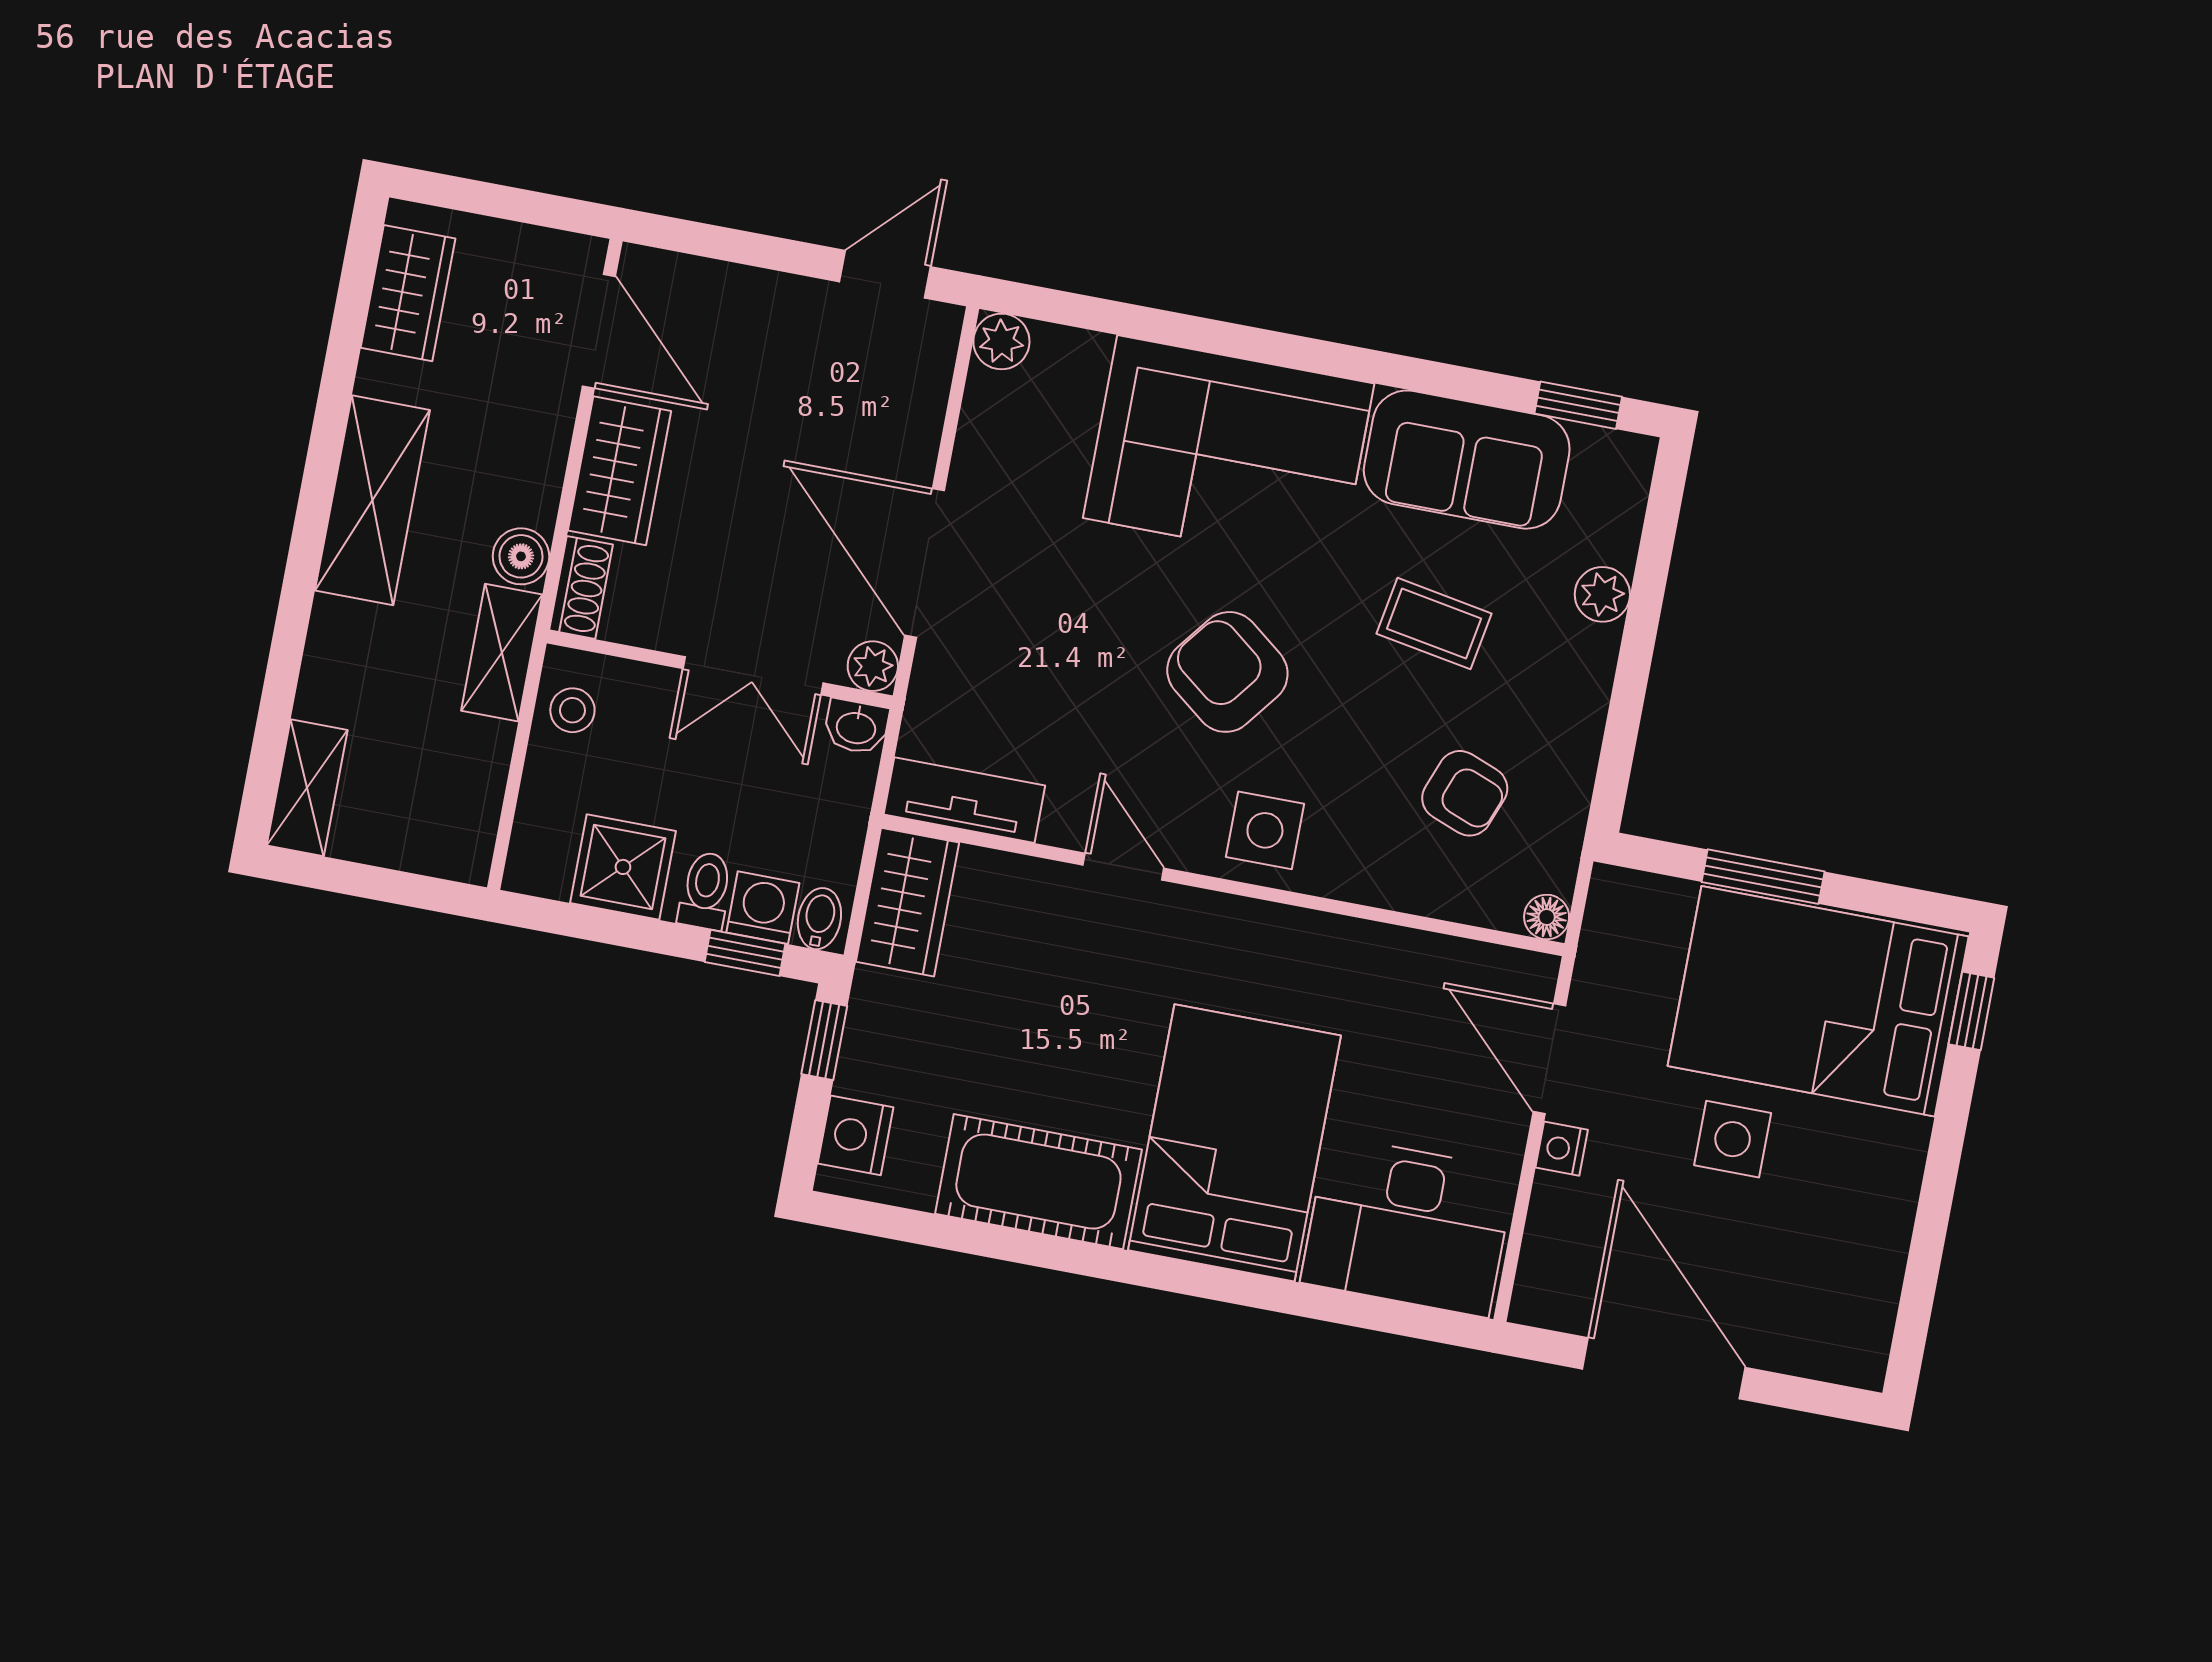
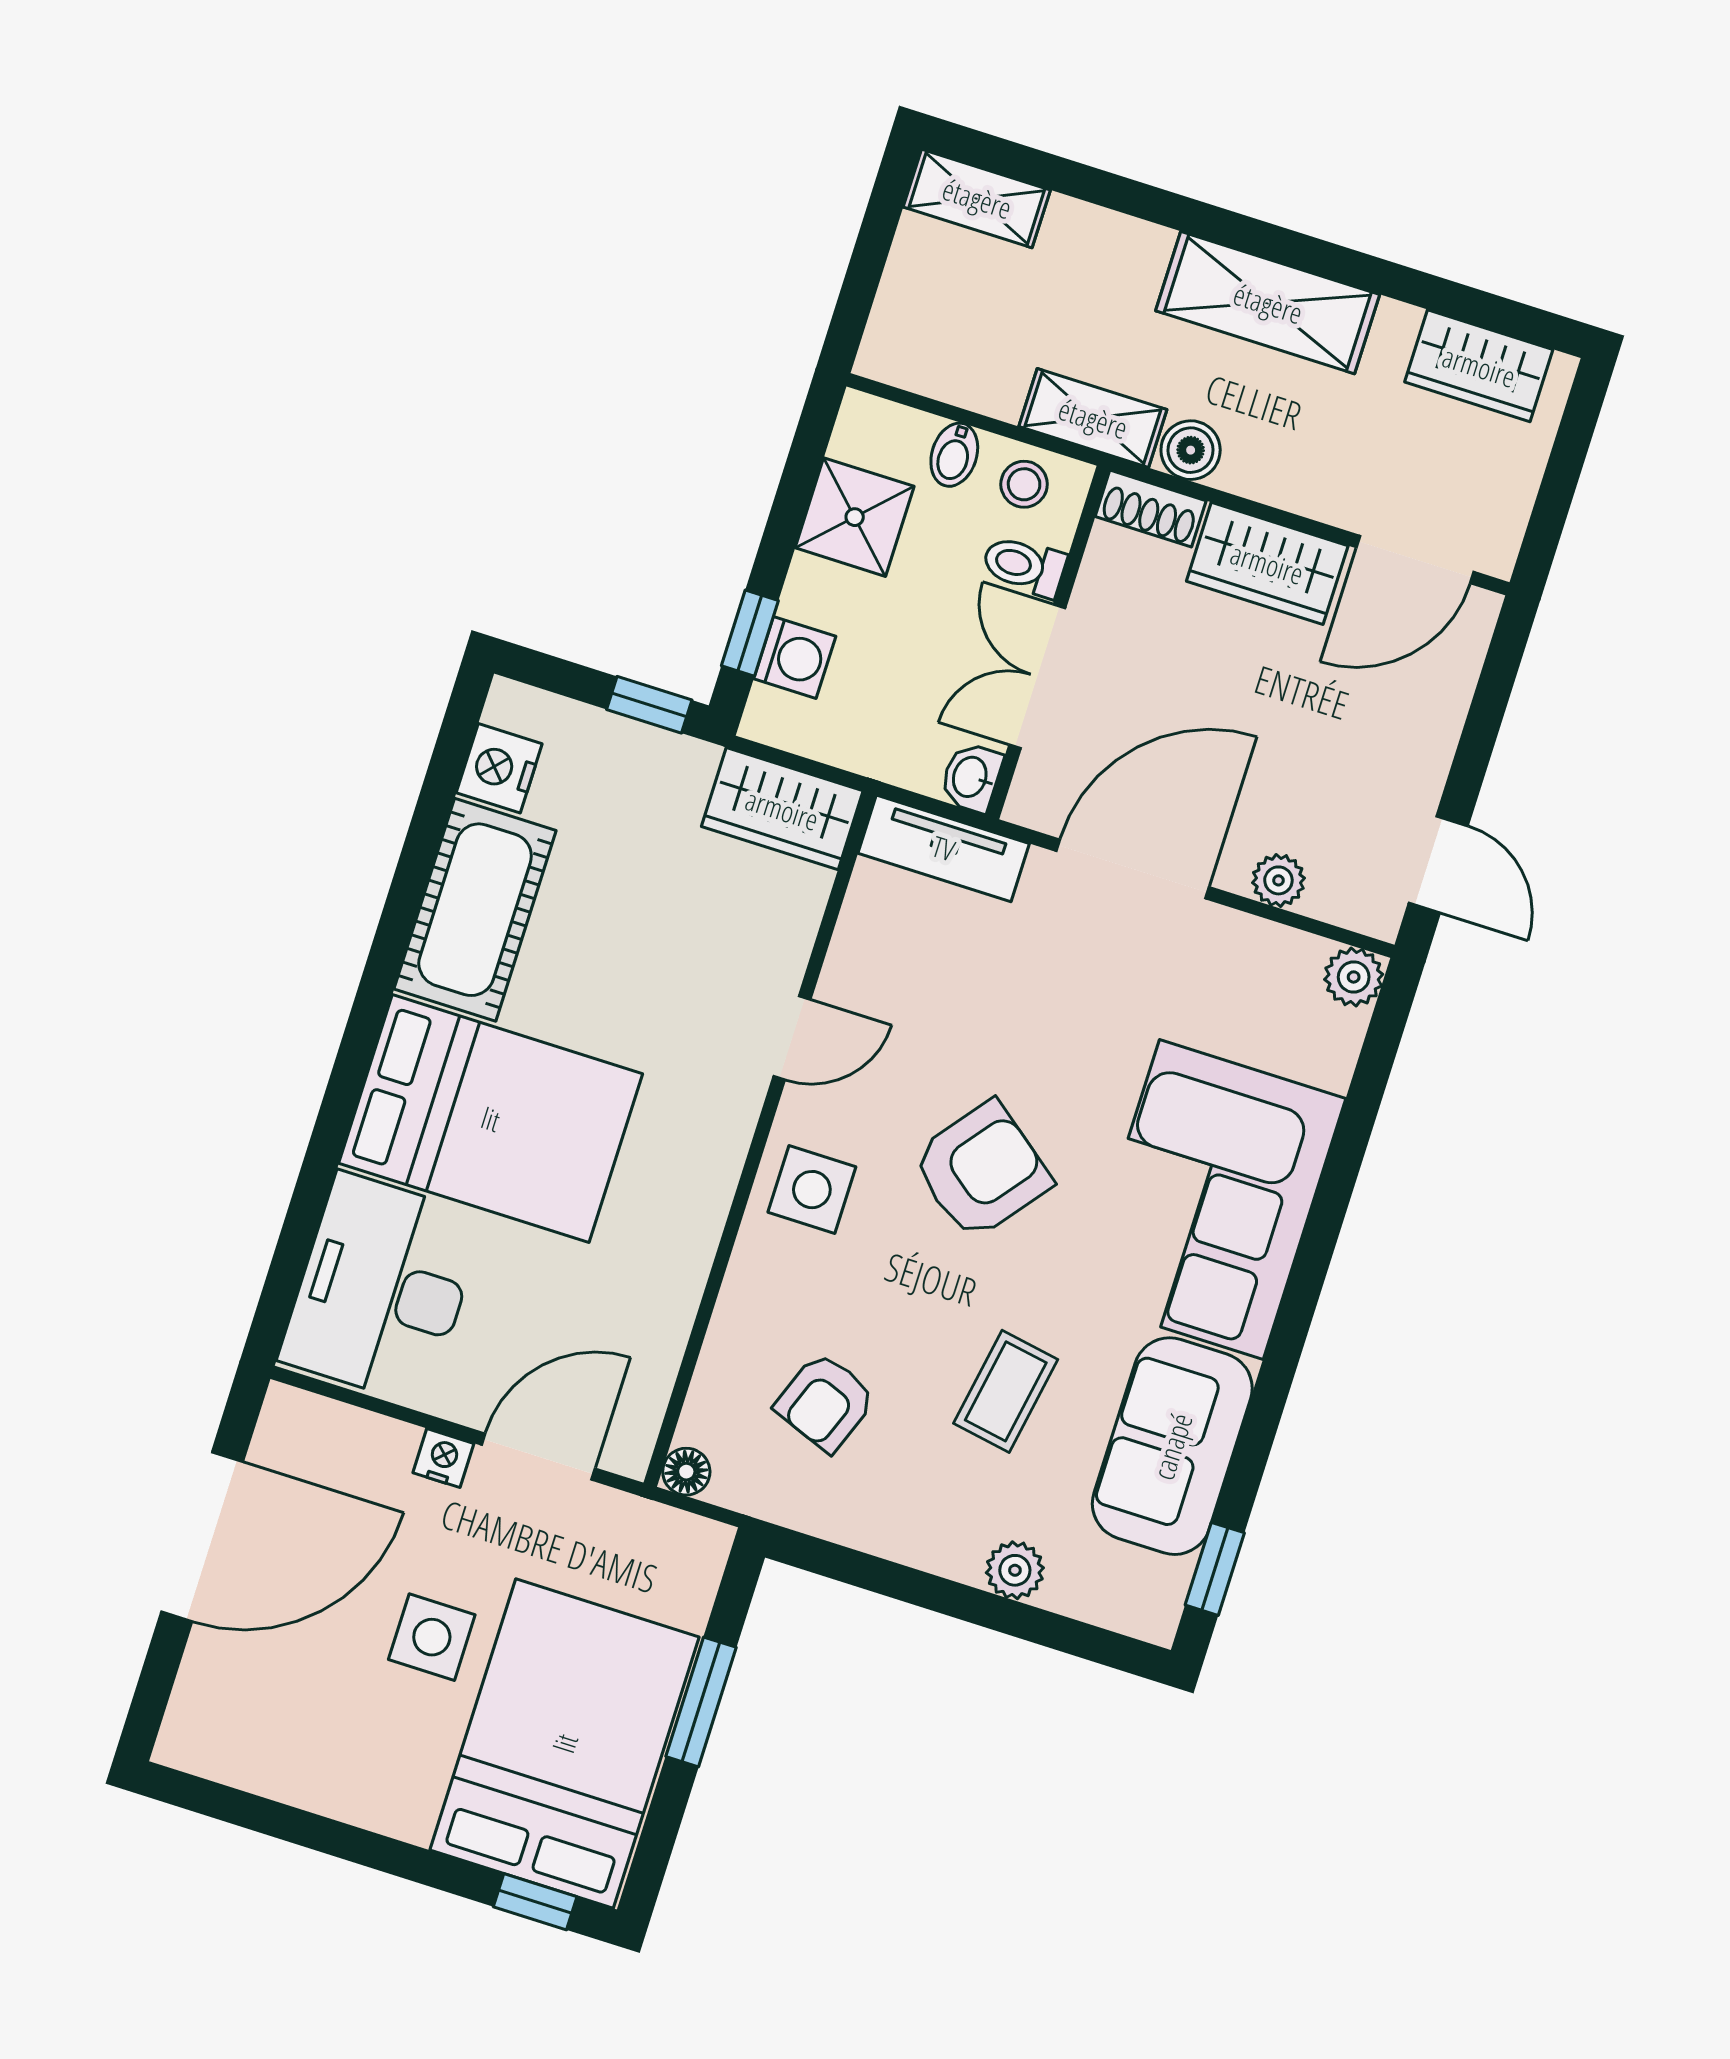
plant: (873, 666) -> (1278, 880), moved
tv unit: (964, 800) -> (944, 848), moved, turned 90
toilet: (706, 891) -> (1024, 566), moved, turned 180
bidet: (819, 919) -> (954, 455), moved, turned 90
nightstand: (856, 1135) -> (499, 768), moved, turned -90

